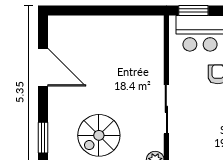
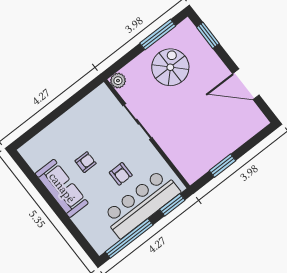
window: (121, 11) -> (222, 166), added

